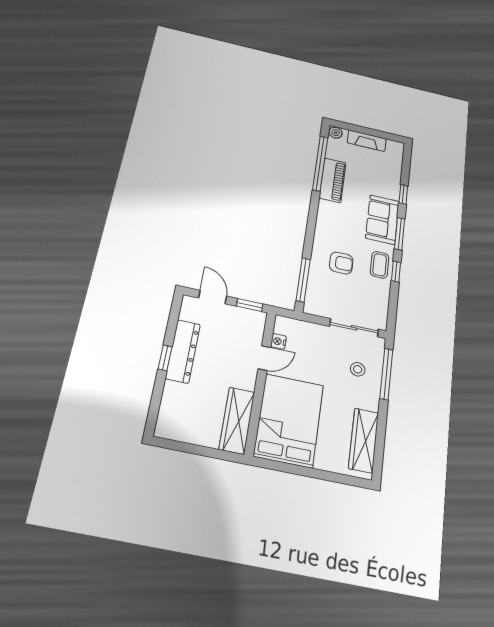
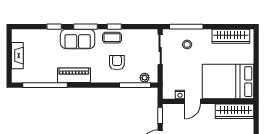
plant: (336, 133) -> (145, 78), moved
piano: (333, 180) -> (74, 75), moved
door: (264, 358) -> (193, 101), swing flipped

